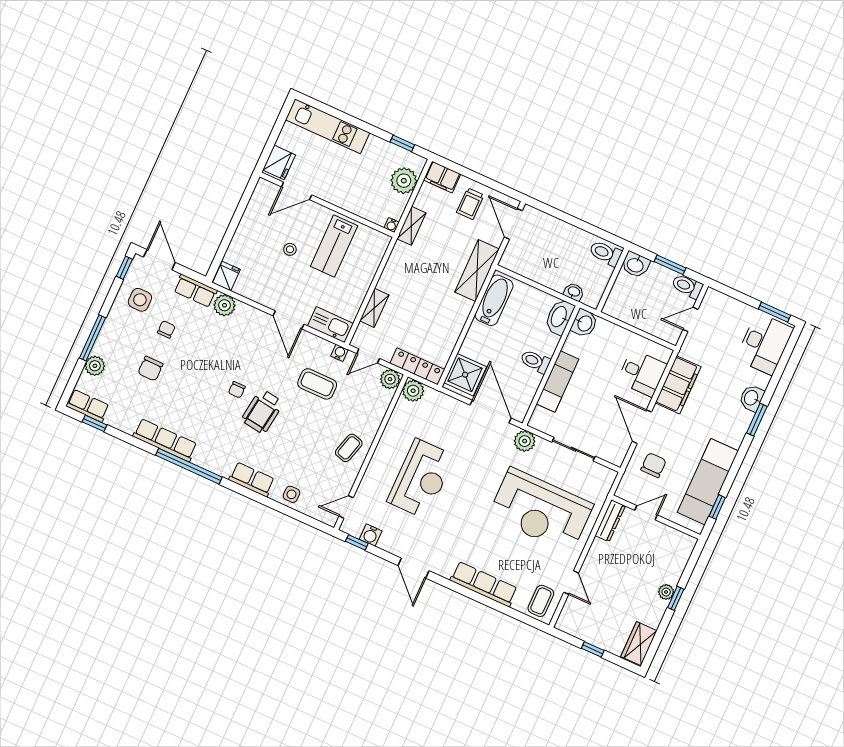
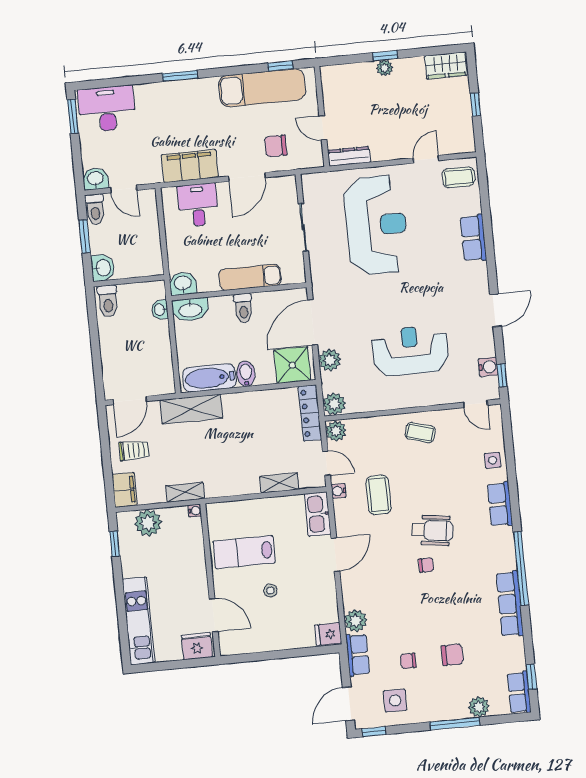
lab bench: (334, 246) -> (244, 552), turned 180
bidet: (480, 332) -> (246, 374), added
washbasin: (752, 398) -> (95, 179), moved, turned 180
plant: (525, 441) -> (330, 360), moved
row of seats: (484, 584) -> (473, 238), width x0.68

